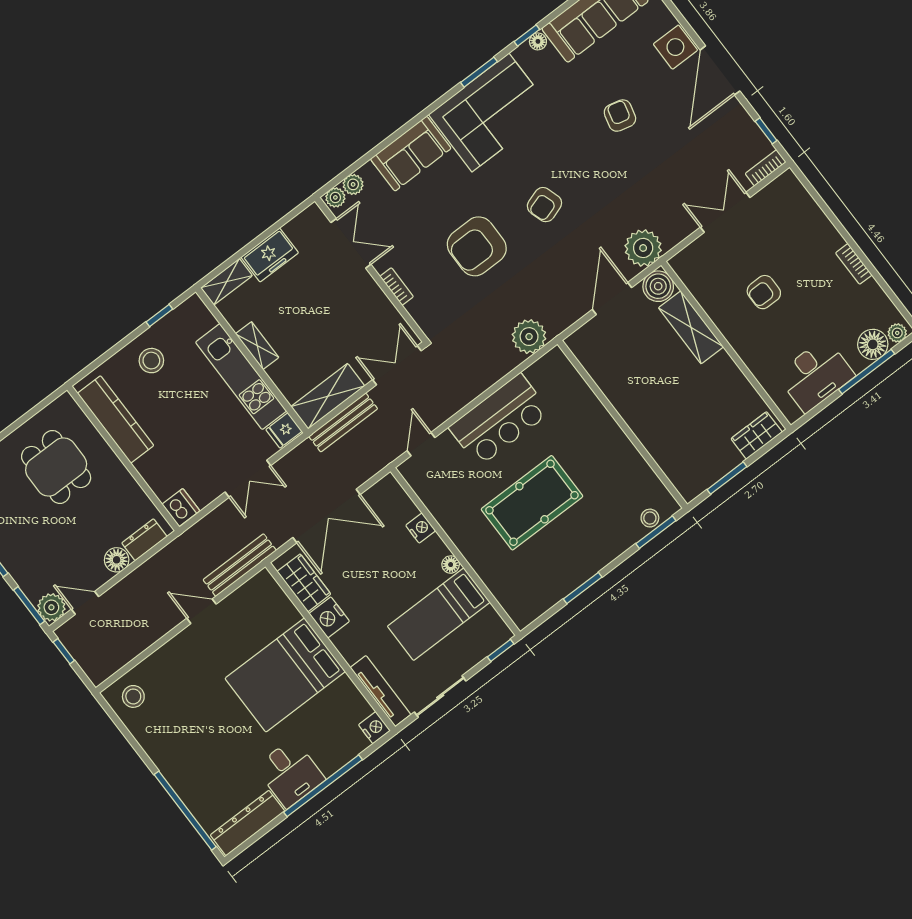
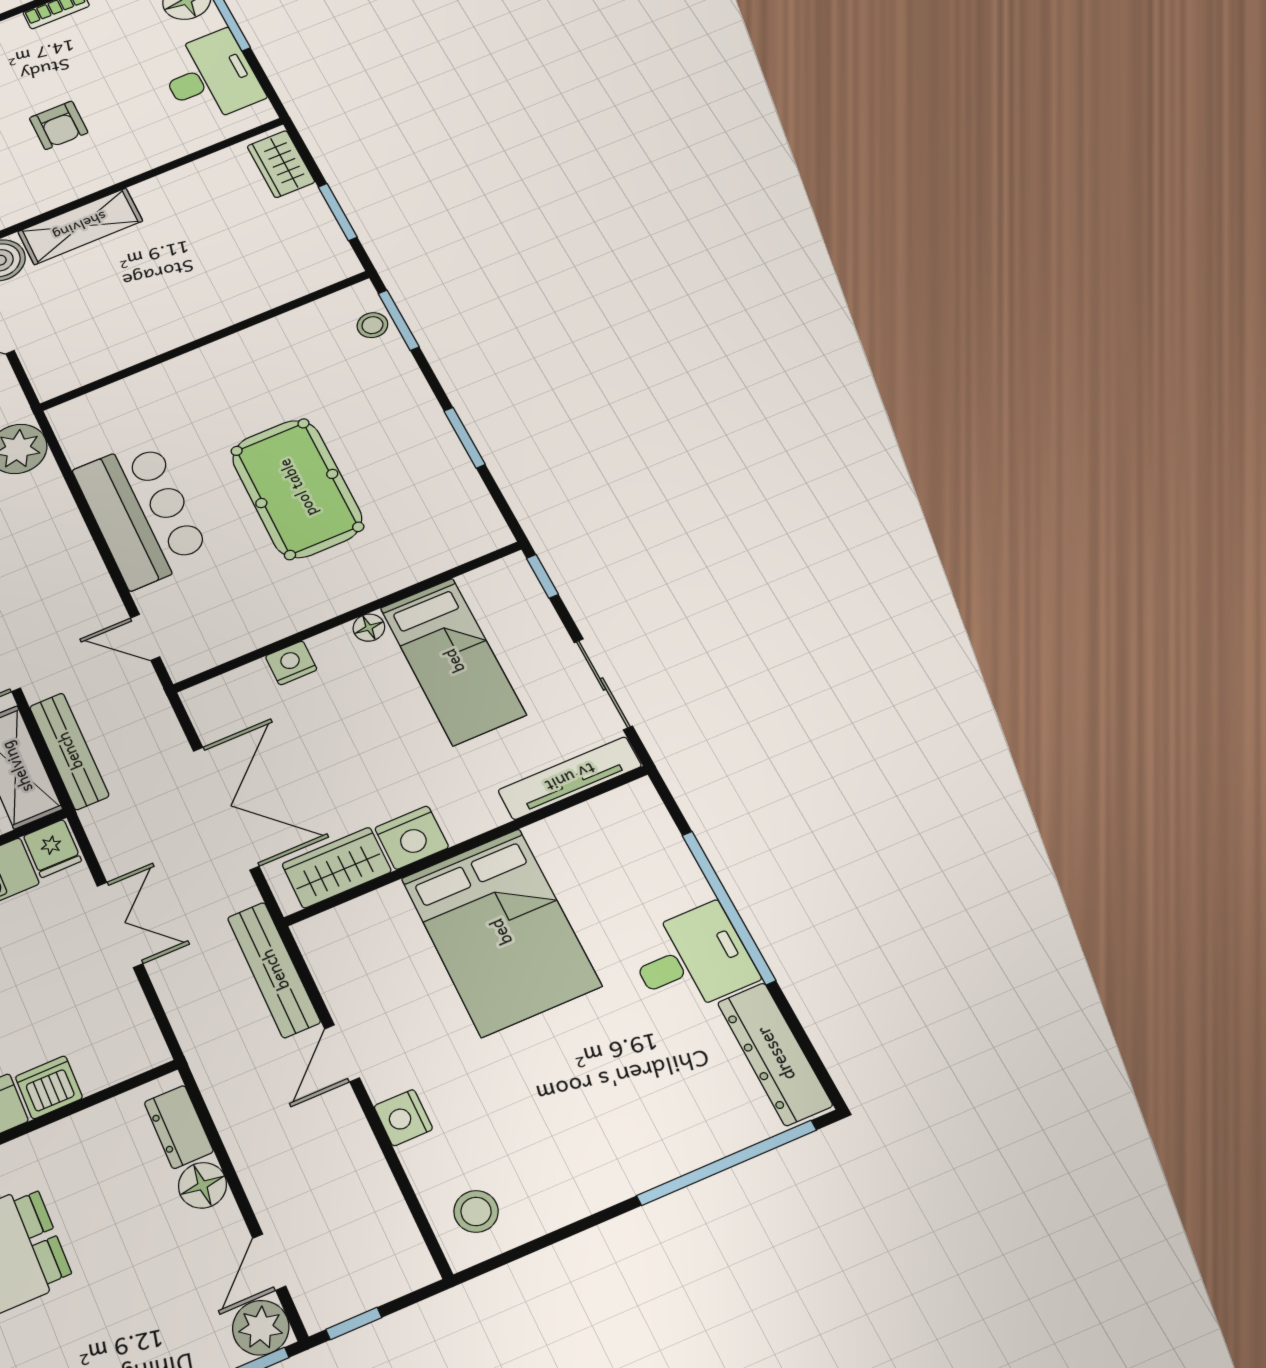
dishwasher: (181, 507) -> (49, 1087), moved
nightstand: (374, 728) -> (403, 1118), moved, turned -90

